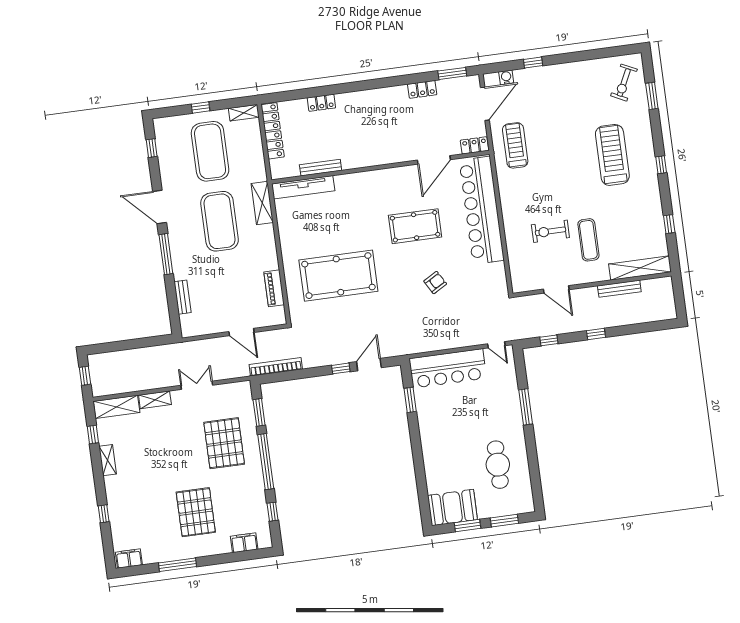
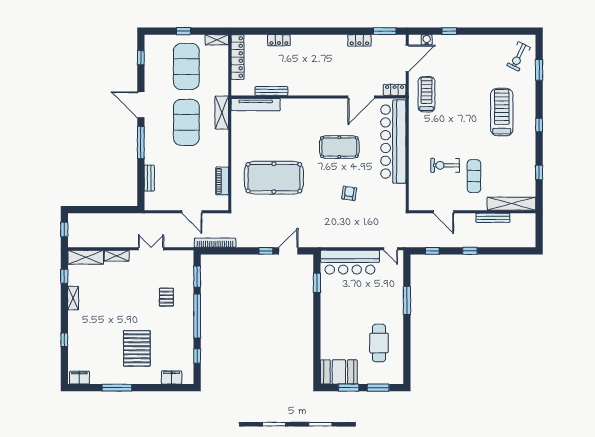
armchair: (435, 283) -> (349, 193), turned -52
pallet: (224, 443) -> (166, 297), width x0.49, depth x0.50

